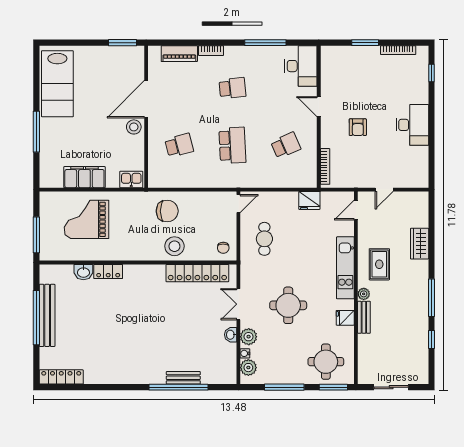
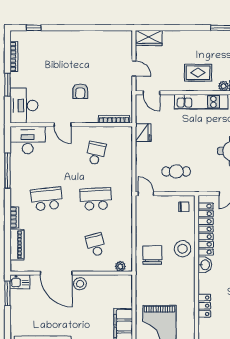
school desk: (232, 88) -> (47, 199), width x1.85
door: (319, 107) -> (63, 125), hinge flipped
desk: (412, 125) -> (24, 106), moved, turned -90
armchair: (358, 127) -> (80, 91), turned 90
school desk: (286, 145) -> (96, 153), turned 36
plant: (154, 174) -> (120, 266), added
kitchen sink: (131, 180) -> (20, 282), moved, turned -90
wardrobe: (420, 244) -> (149, 38), moved
washbasin: (83, 272) -> (205, 265), moved

